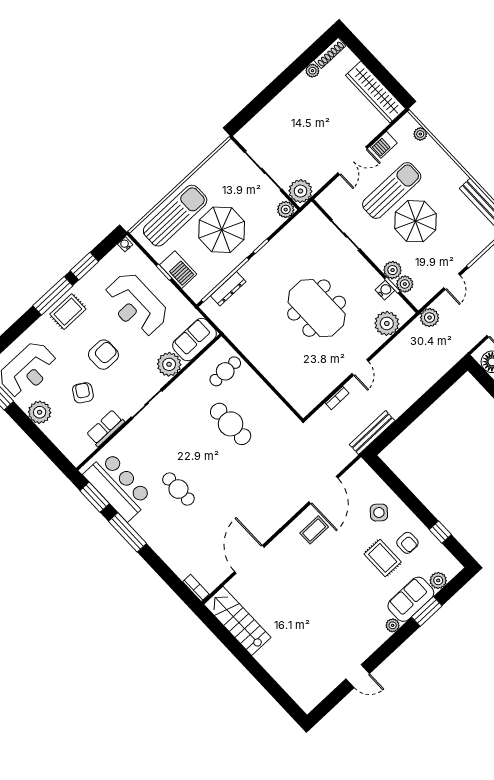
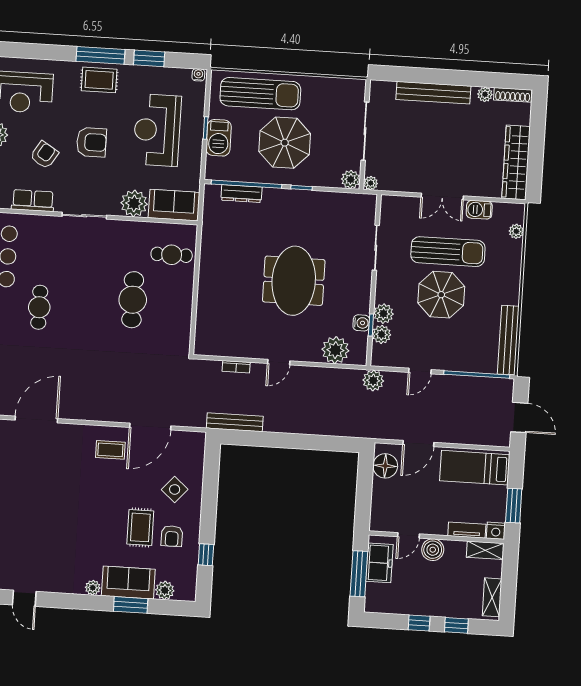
bench: (280, 103) -> (433, 93), added
plant: (300, 191) -> (371, 183), width x0.53, depth x0.53

